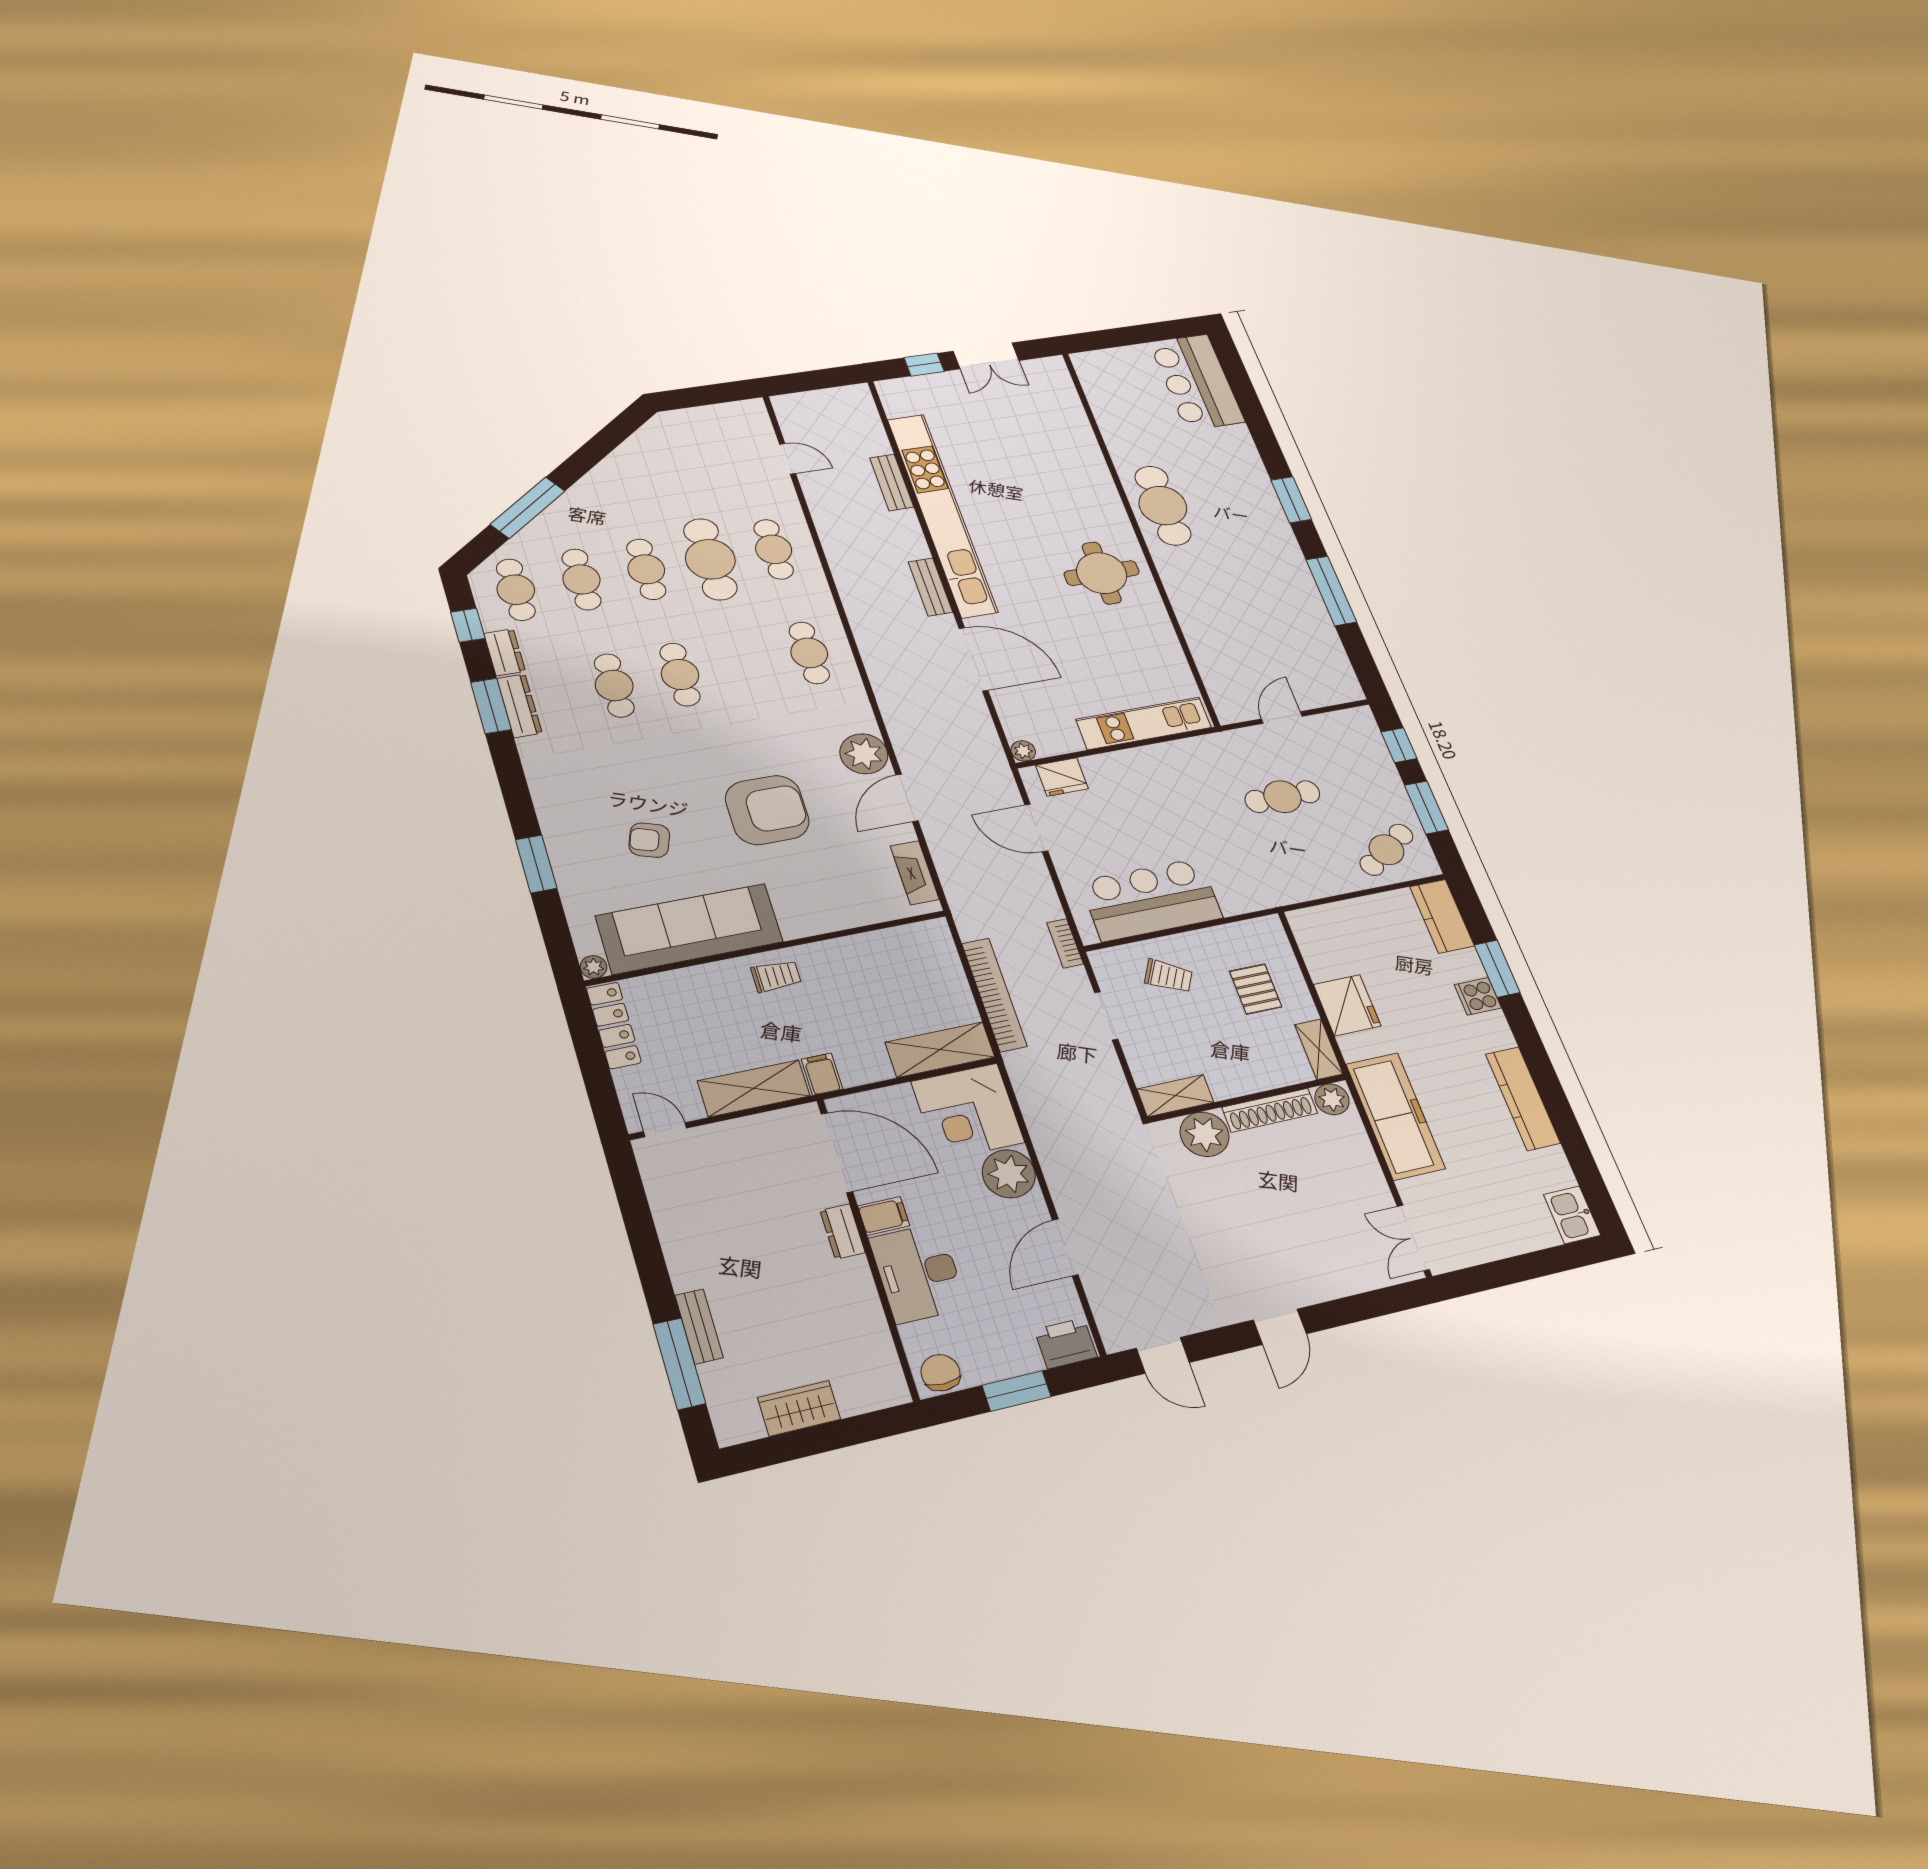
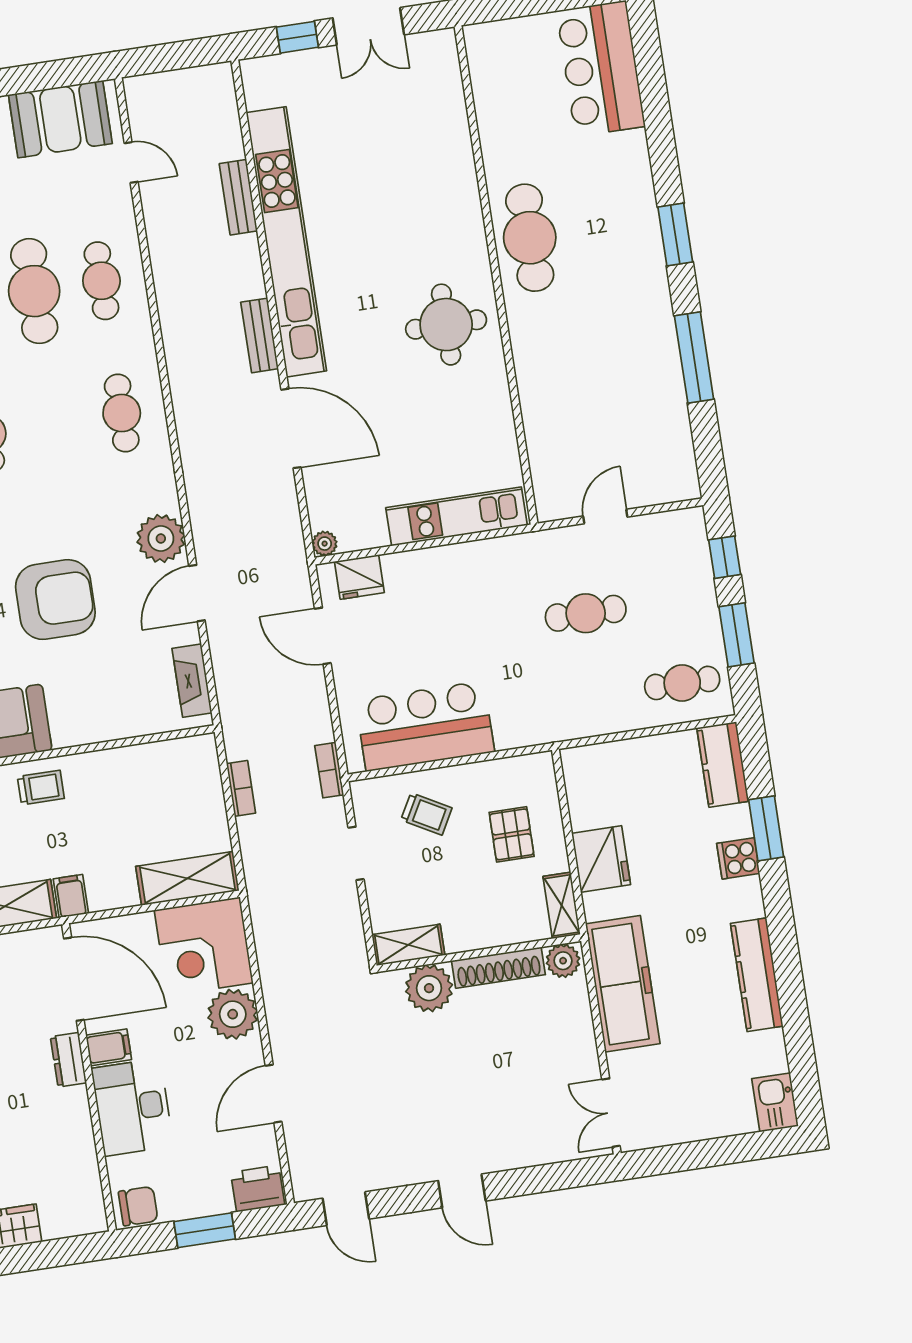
booth: (716, 428) -> (60, 119), added
cafe table: (1386, 850) -> (682, 683), turned 33
bookcase: (994, 995) -> (241, 788), width x0.43, depth x0.76
door: (1280, 1327) -> (462, 1191), hinge flipped
chair: (940, 1373) -> (138, 1206), turned 90

